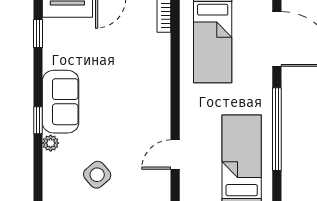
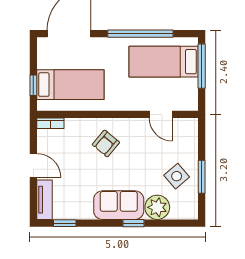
armchair: (138, 85) -> (106, 143), added
plant: (51, 143) -> (157, 207), width x1.87, depth x1.87

